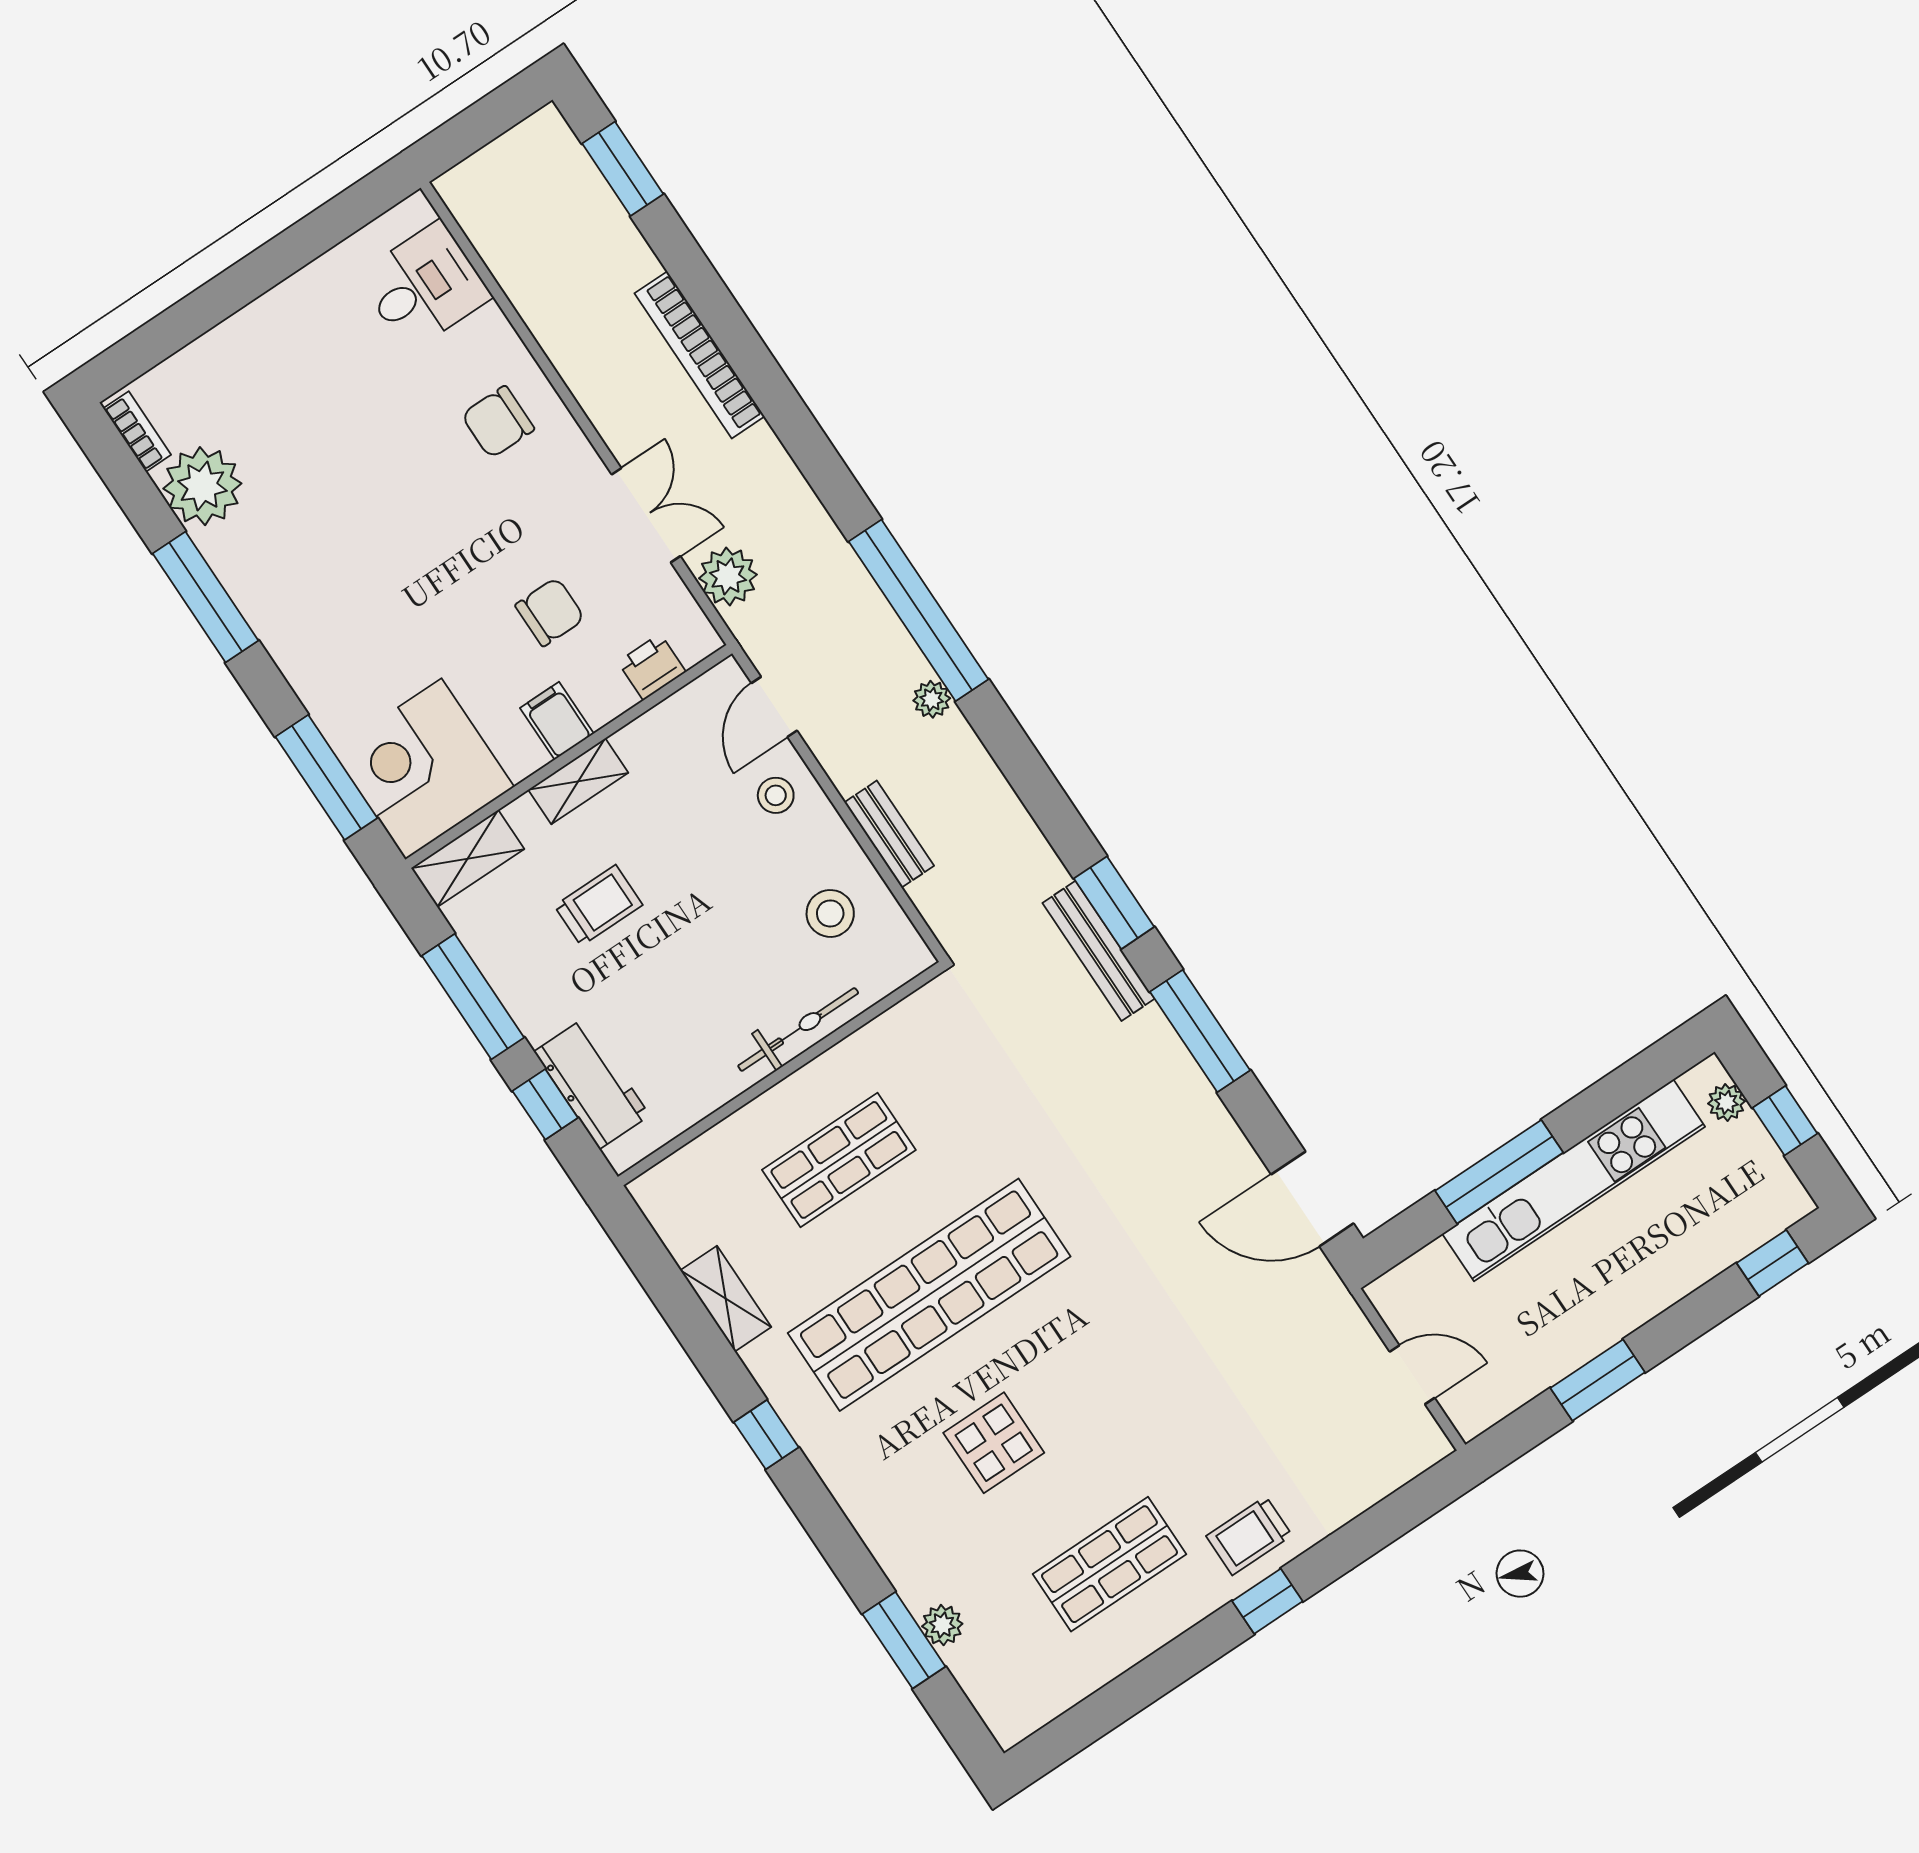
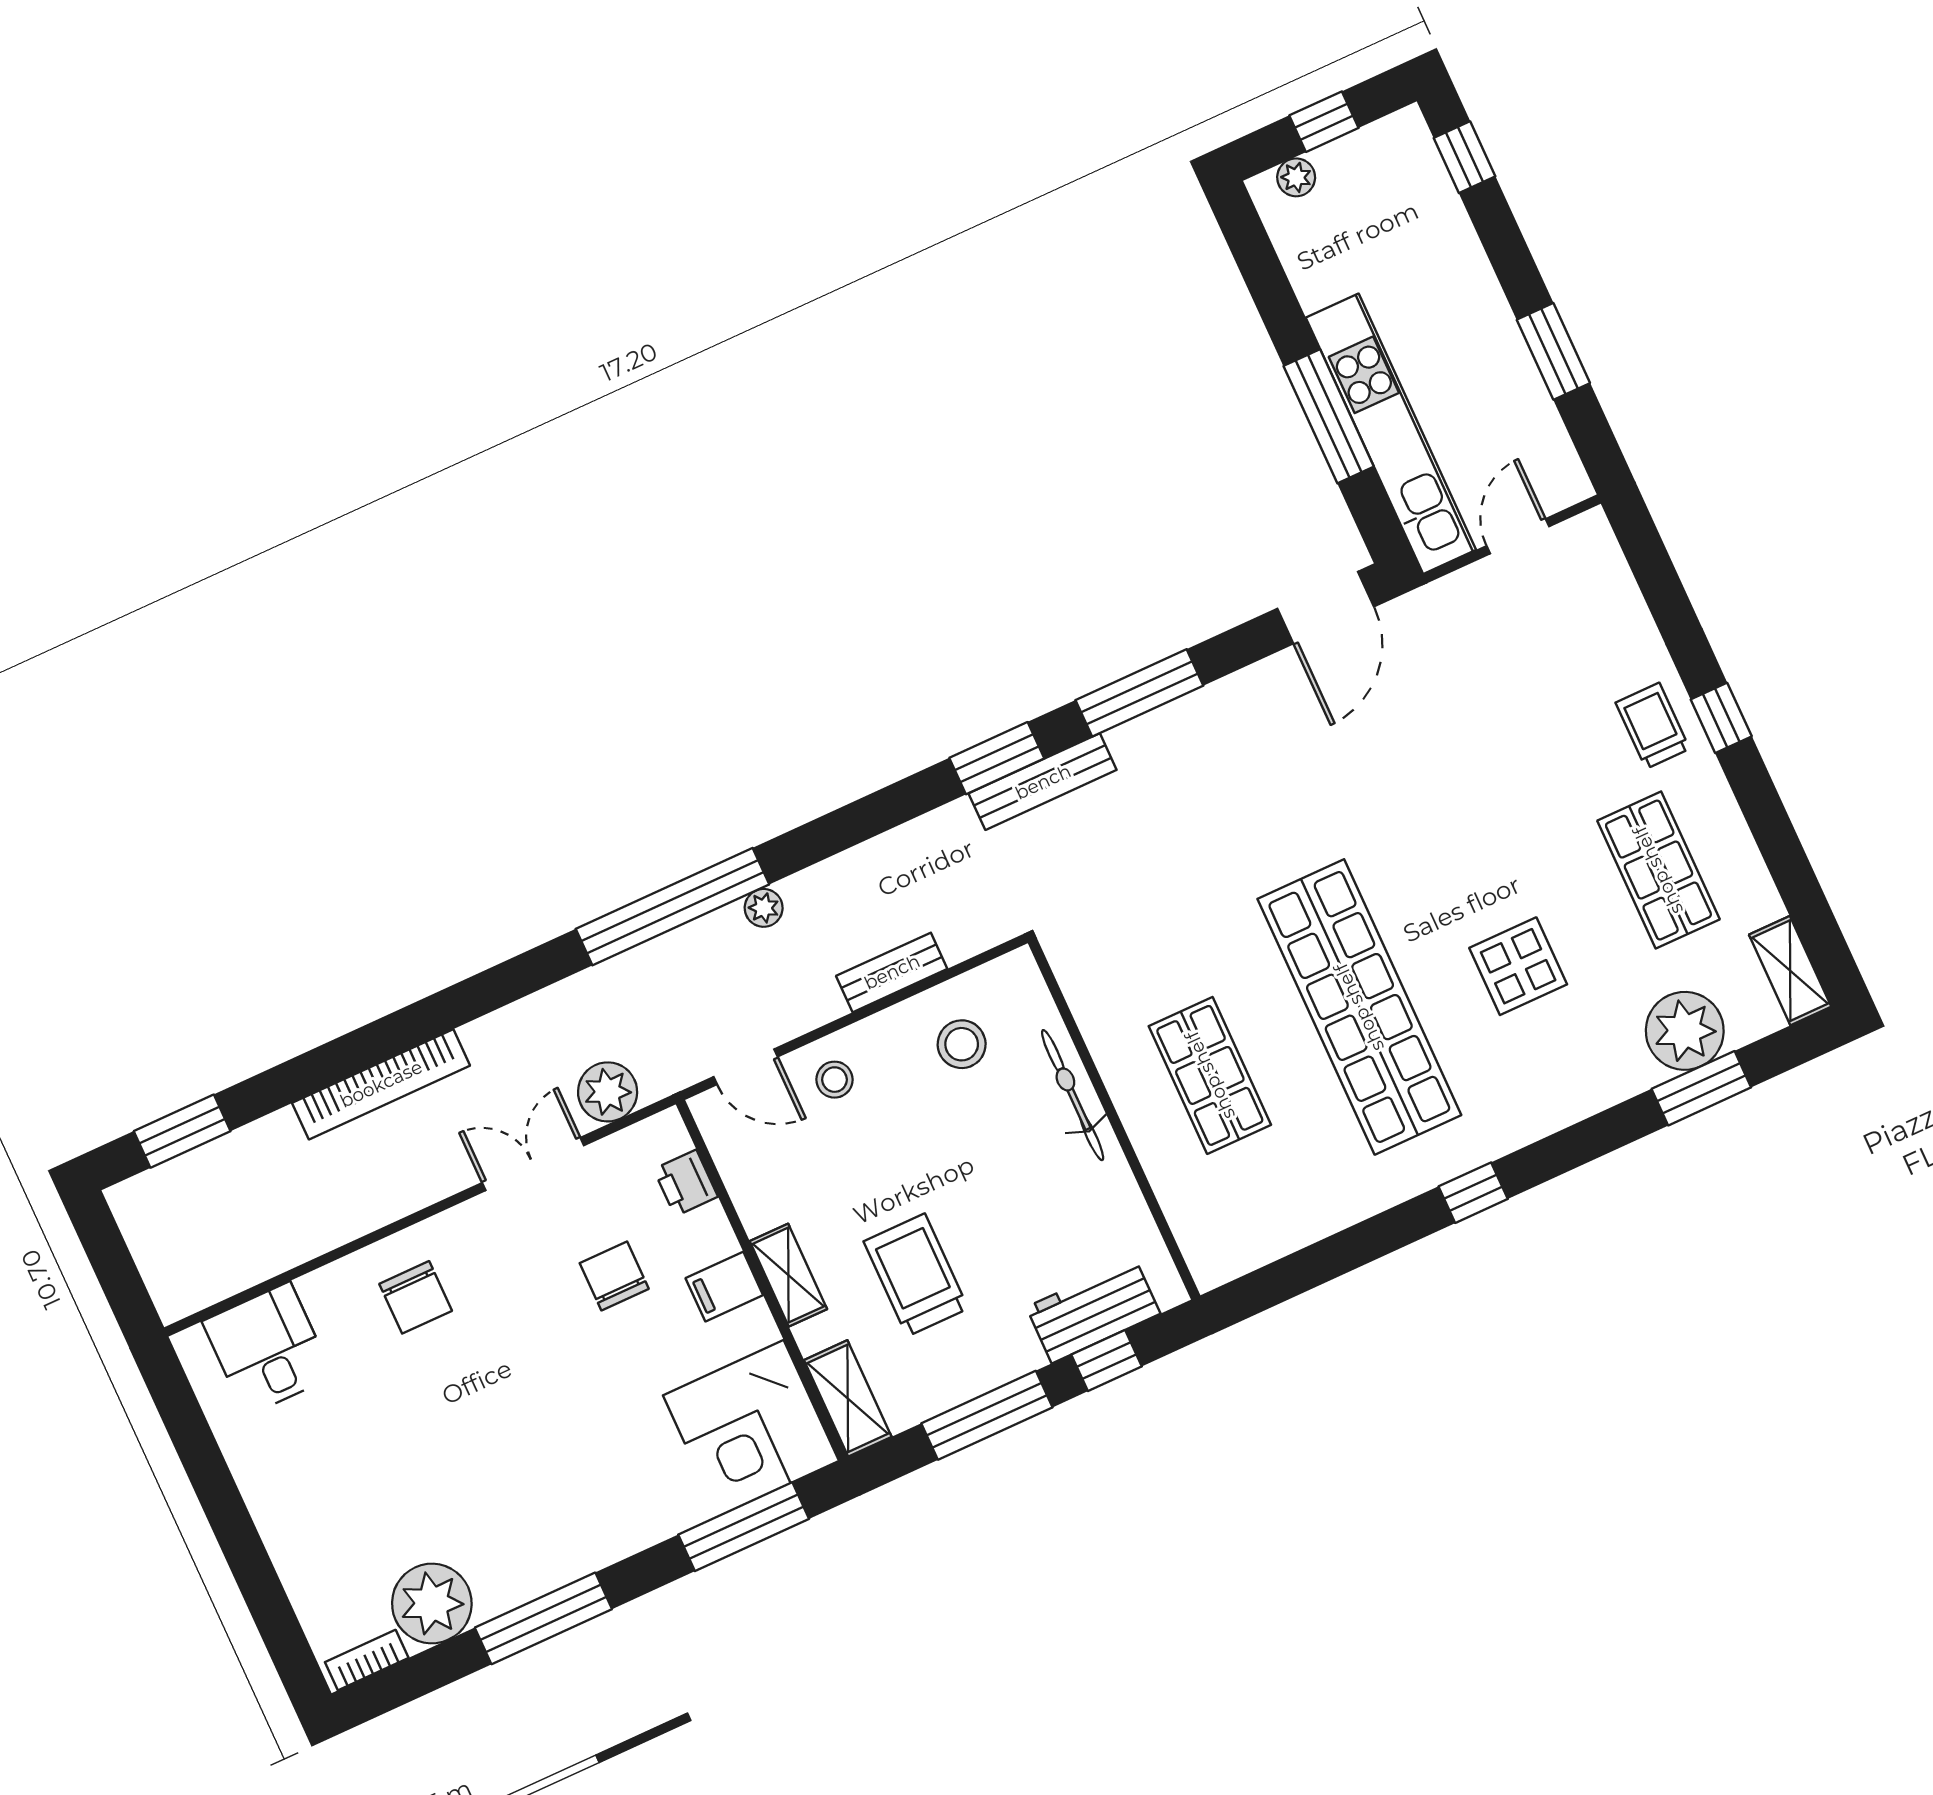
trolley: (598, 905) -> (916, 1275), width x1.36, depth x1.39
kitchen unit: (1574, 1180) -> (1391, 434), moved
shelving: (726, 1299) -> (1790, 971), moved, turned 90
trolley: (1249, 1536) -> (1653, 726), turned 180
plant: (942, 1625) -> (1685, 1031), width x1.87, depth x1.87

